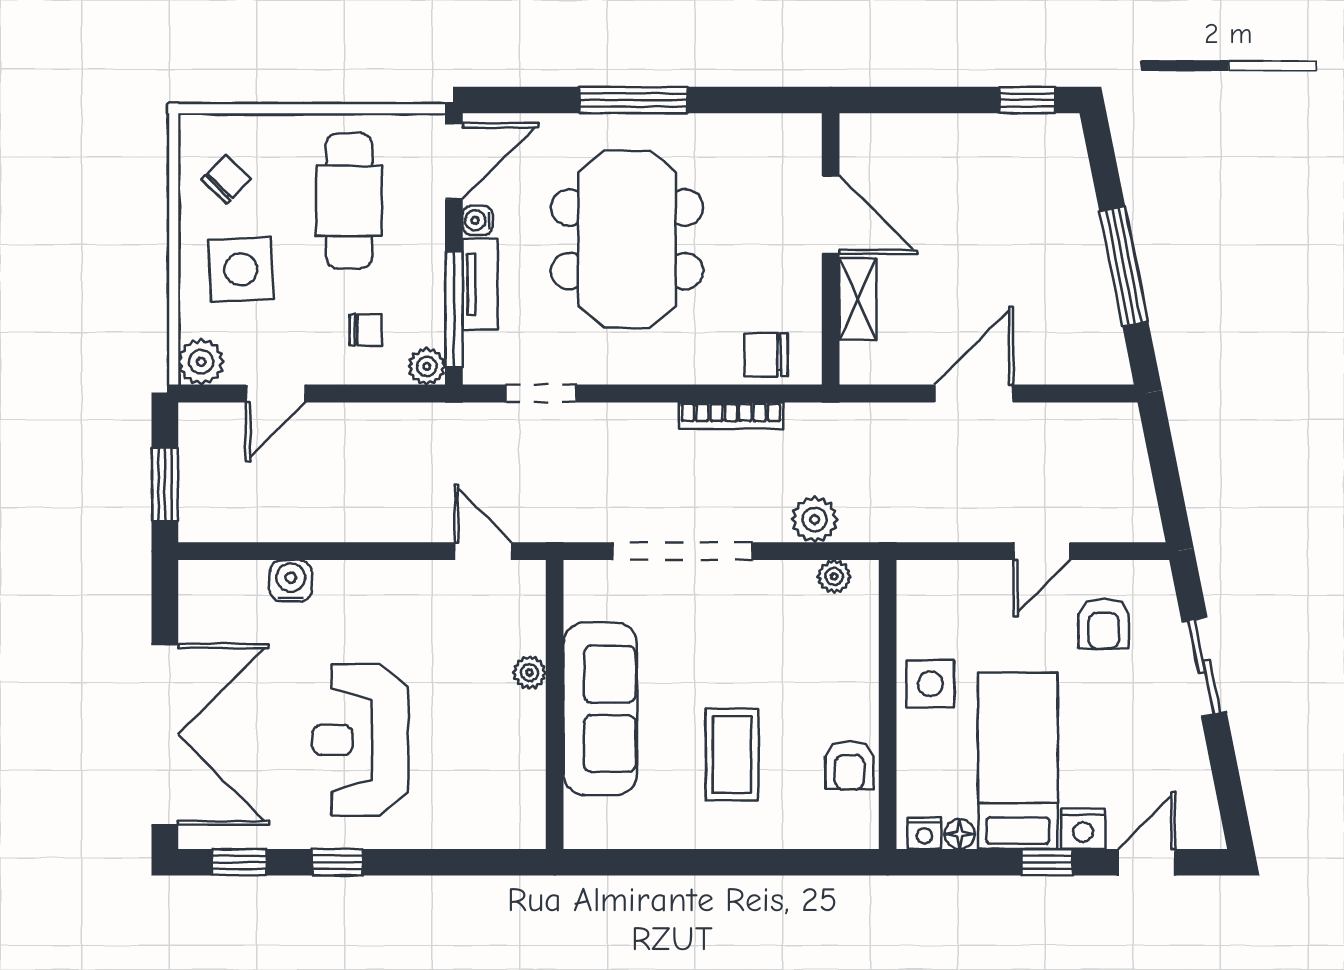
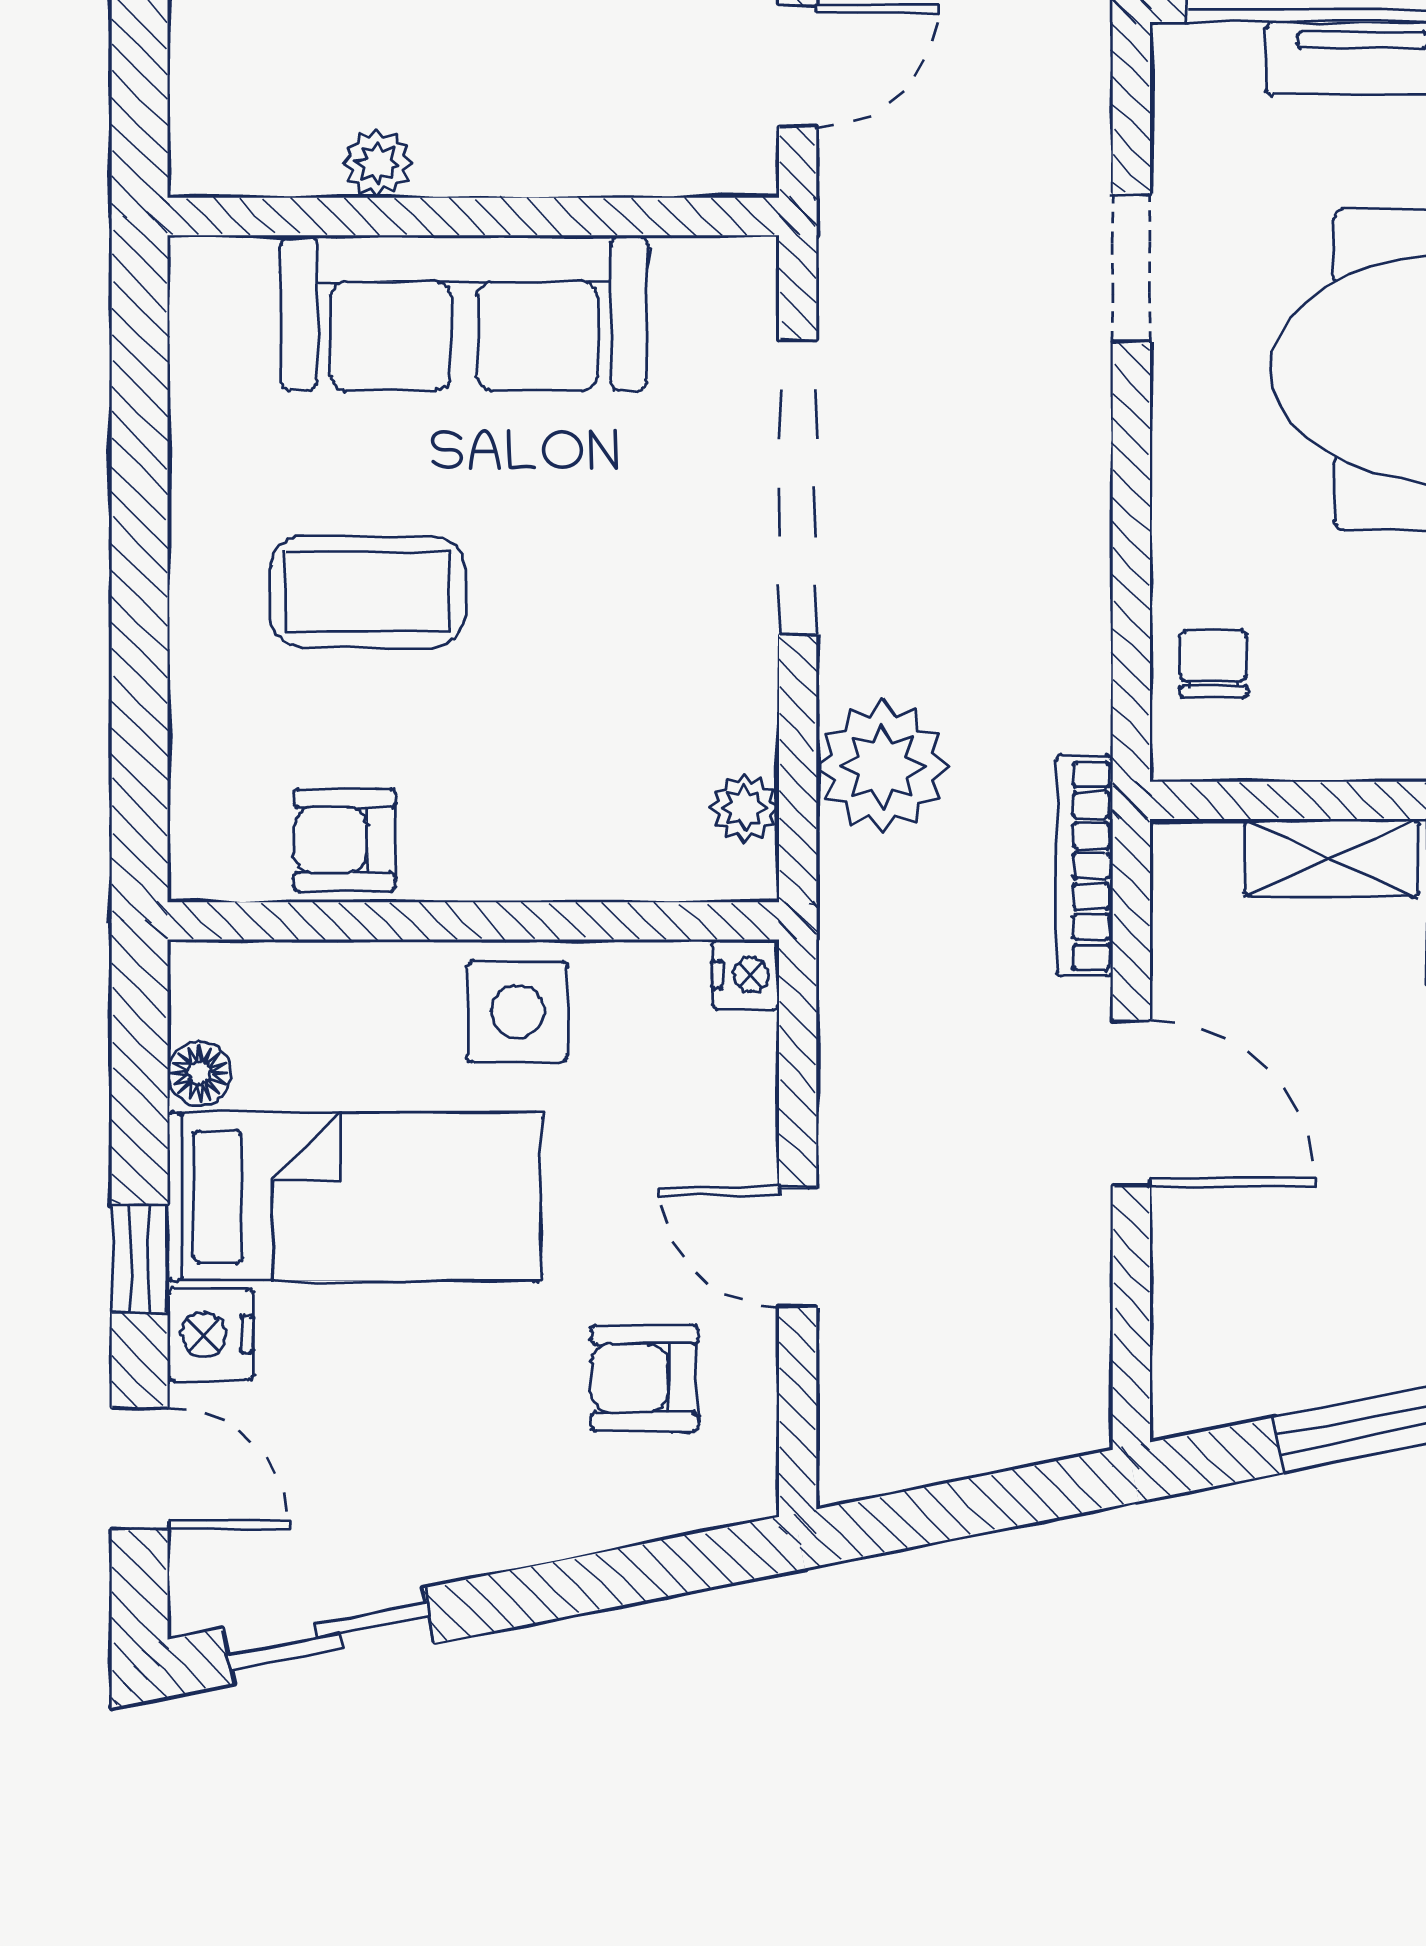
chair: (766, 355) -> (1214, 664), width x0.73, depth x0.73
doorway: (541, 394) -> (1131, 268), moved
bookcase: (731, 416) -> (1084, 866), moved
plant: (815, 519) -> (883, 766), width x1.36, depth x1.36
sliding door: (1204, 667) -> (329, 1636), moved
plant: (530, 673) -> (377, 163), moved
nightstand: (924, 833) -> (746, 975), moved, turned 180

